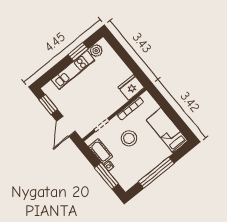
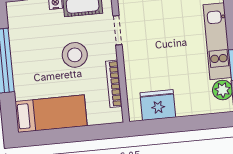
fridge: (131, 87) -> (158, 105), moved, turned -90

